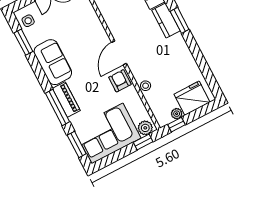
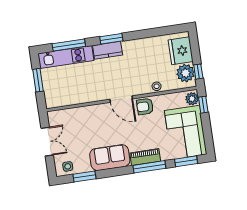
plant: (177, 114) -> (186, 73), width x1.88, depth x1.88

